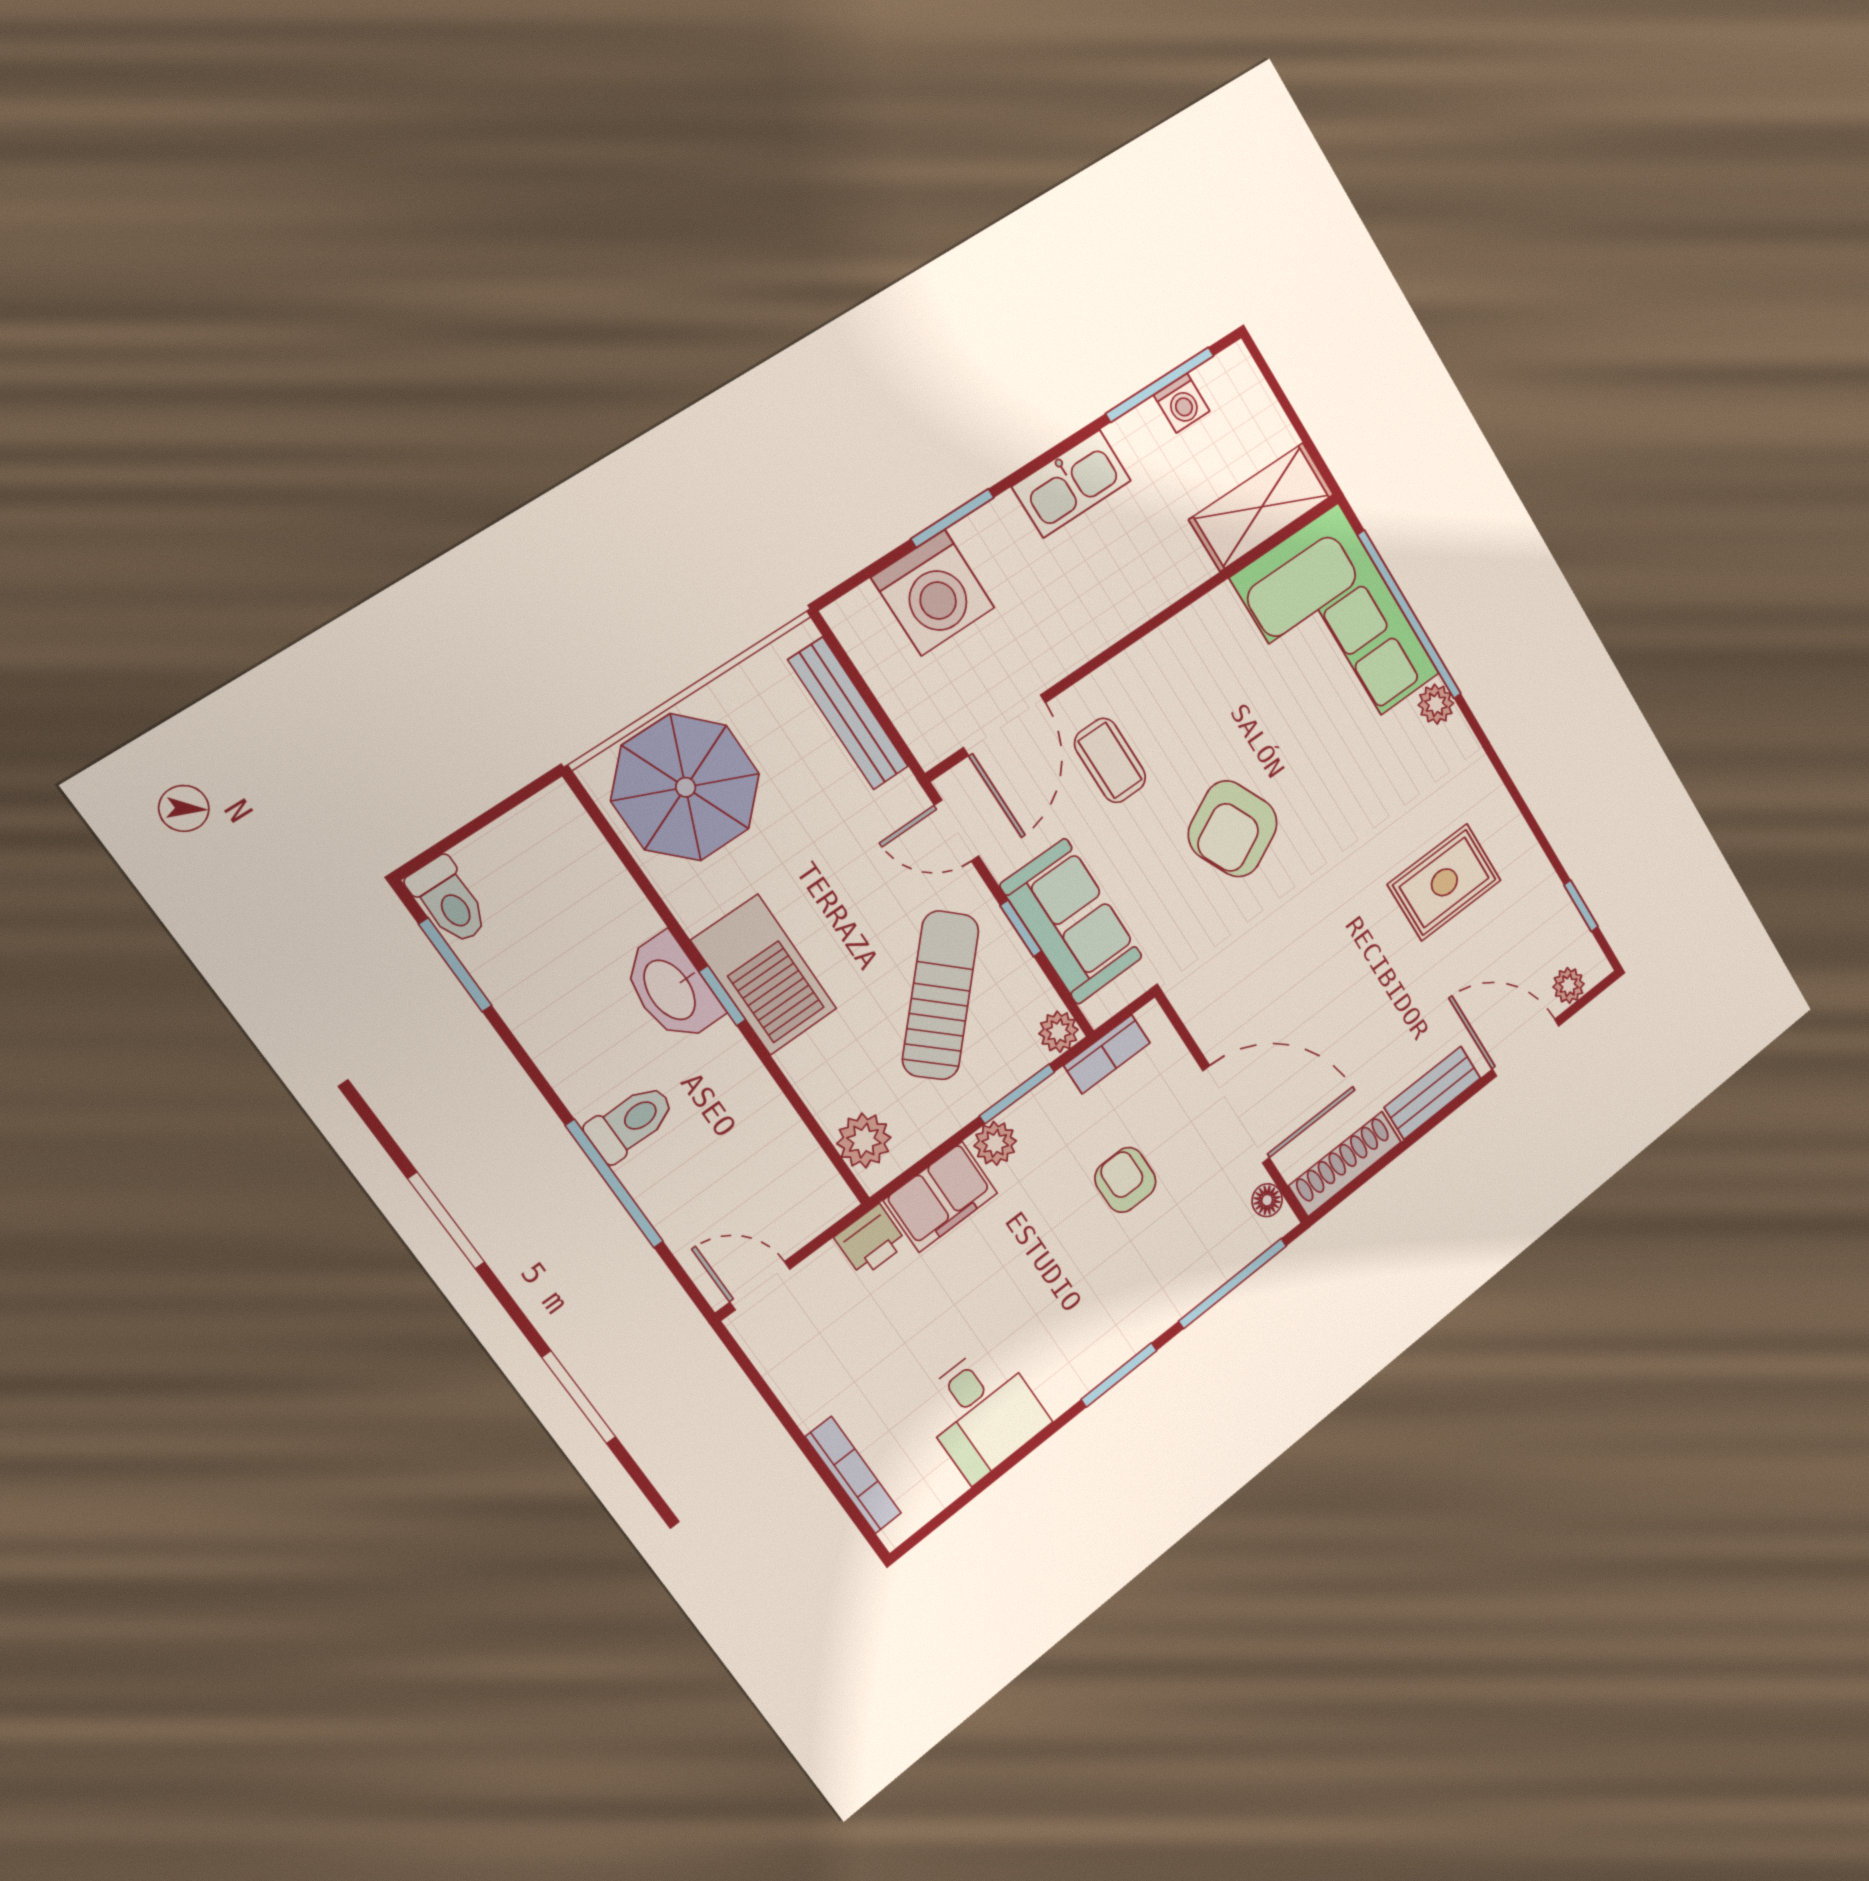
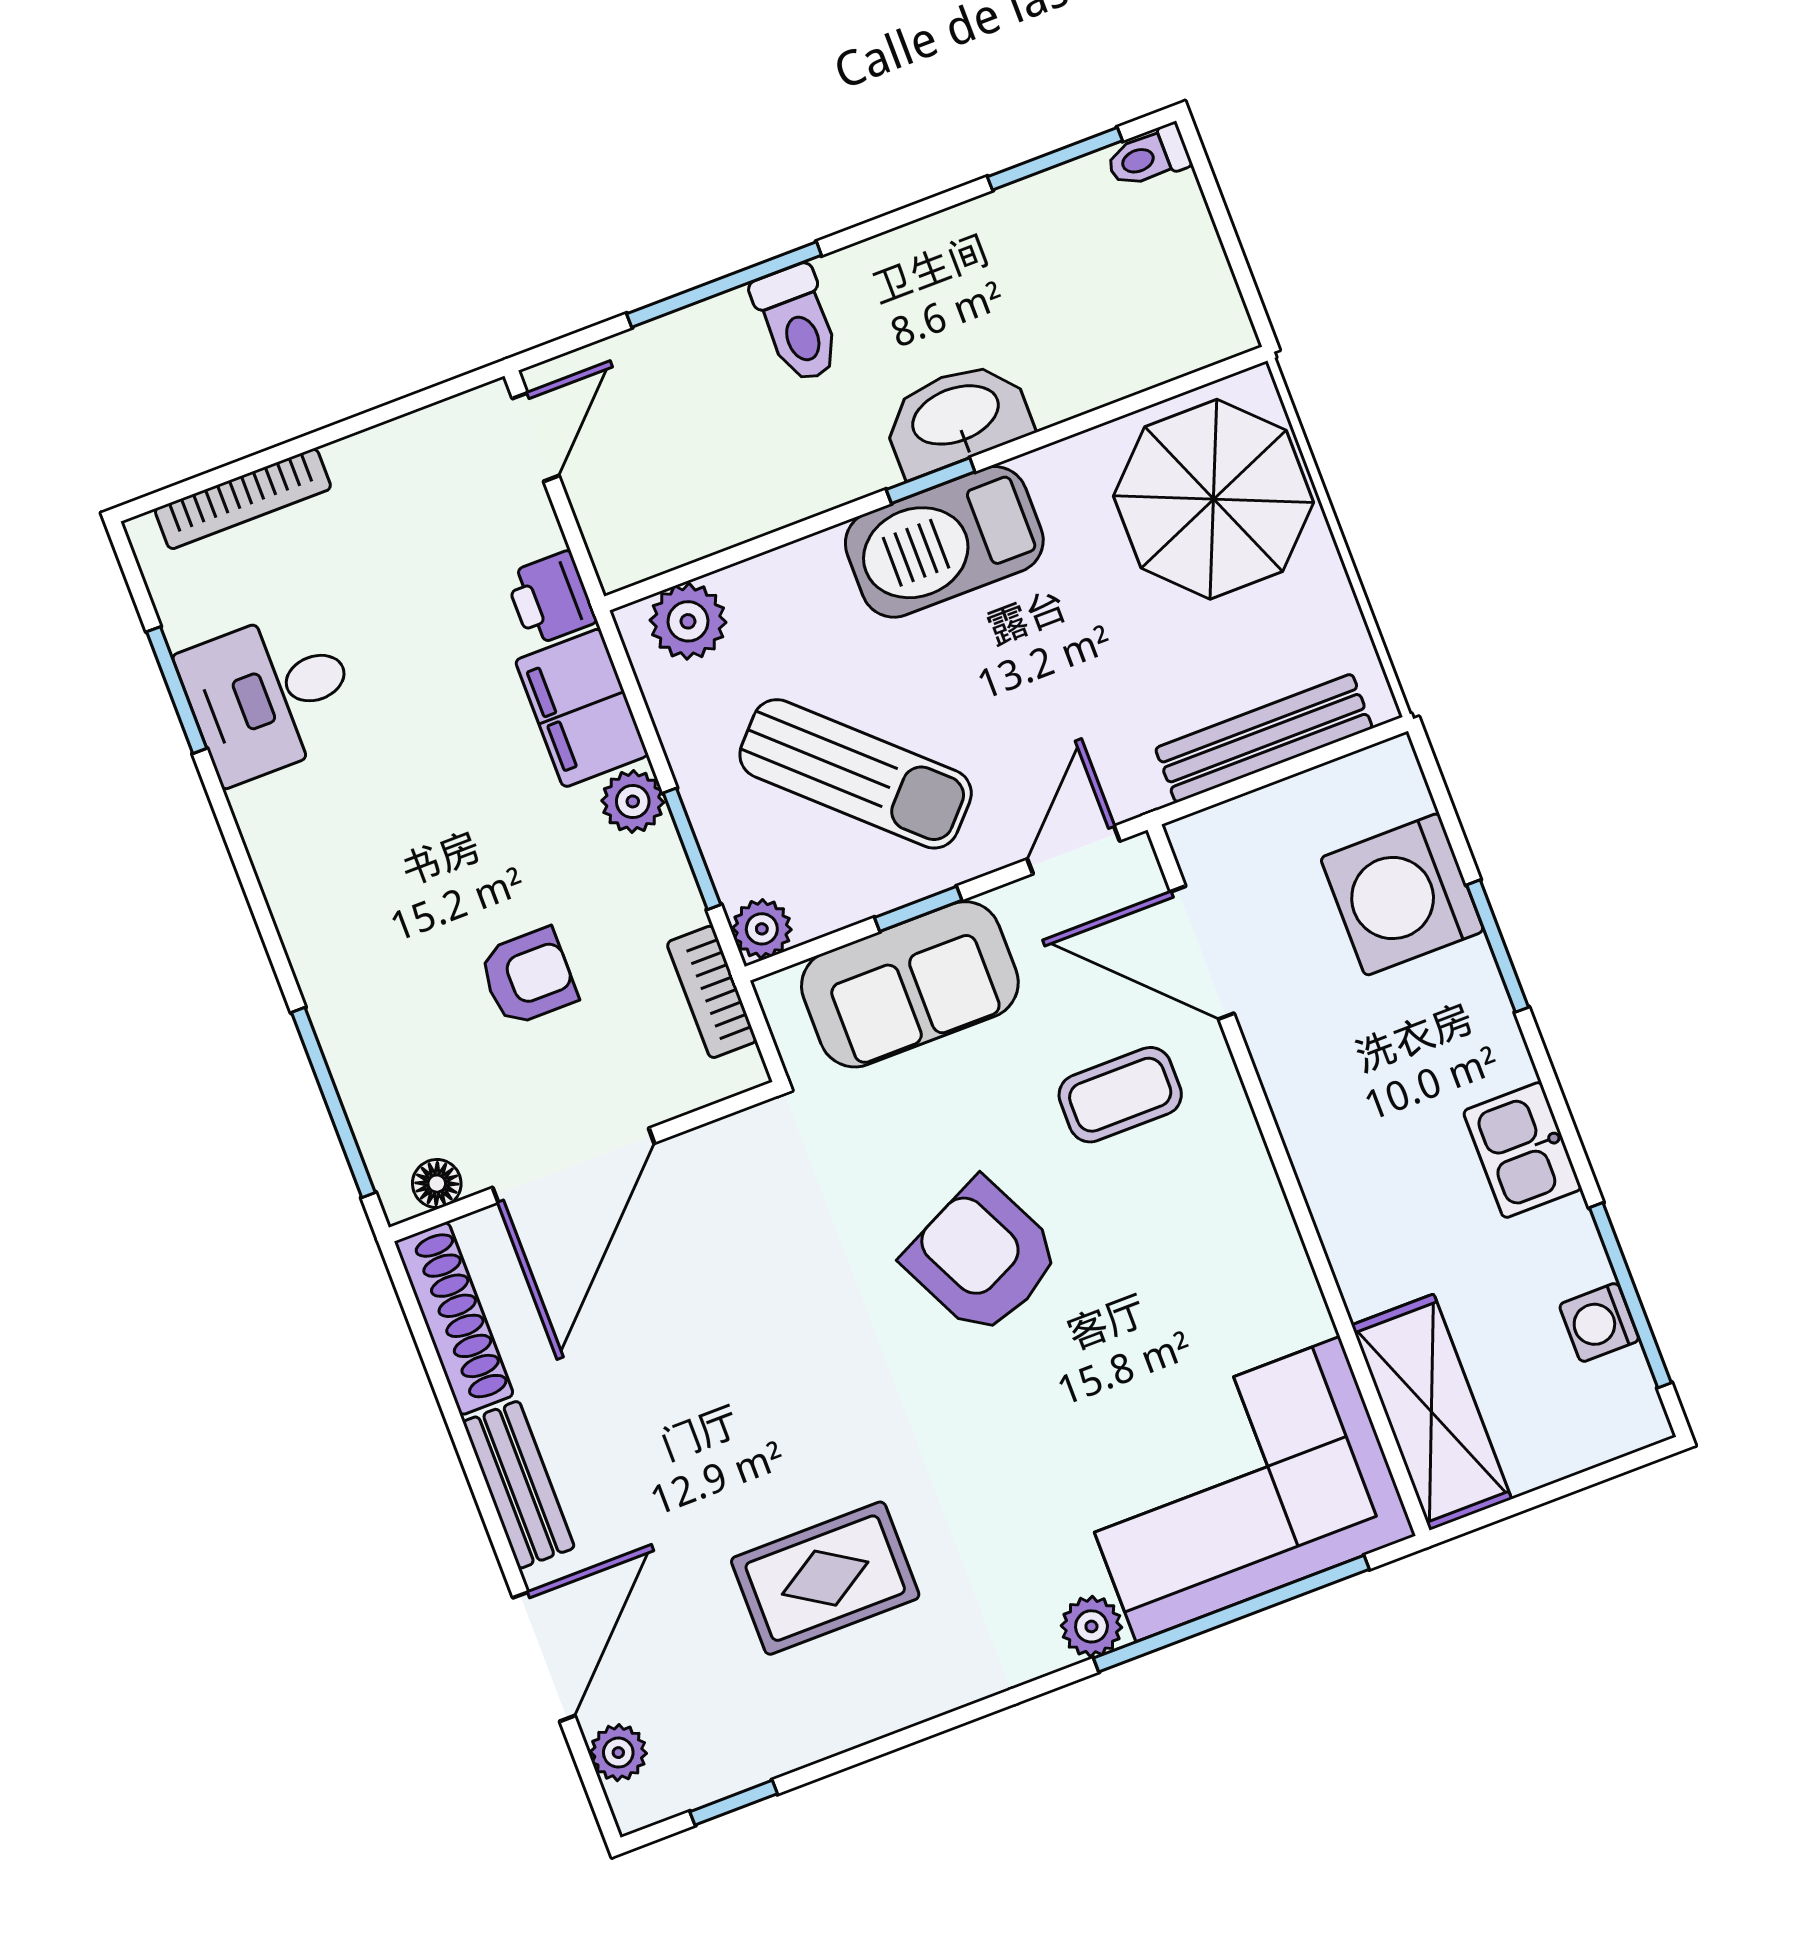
kitchen sink: (1072, 484) -> (1522, 1150), width x0.73
rug: (1444, 882) -> (825, 1578), turned 90
toilet: (449, 901) -> (1148, 157), width x0.73, depth x0.72
window: (1119, 1375) -> (177, 690), moved

